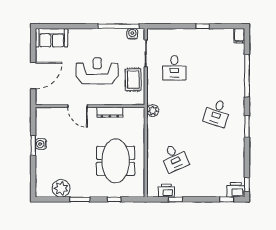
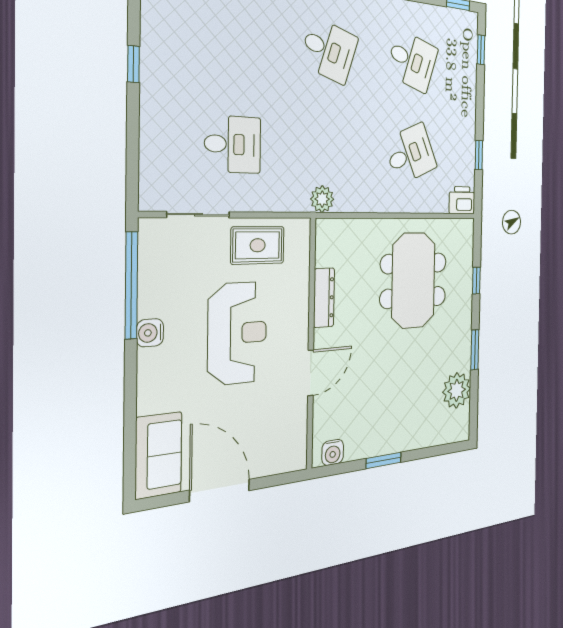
water cooler: (132, 34) -> (150, 333), moved
reception desk: (97, 71) -> (237, 333), turned 180
door: (33, 76) -> (220, 490), moved
water cooler: (41, 144) -> (333, 452), moved
desk: (217, 158) -> (412, 61), added
meeting table: (116, 161) -> (413, 280), turned 90
printer: (236, 190) -> (466, 29), removed
printer: (166, 191) -> (462, 200), moved, turned 90

